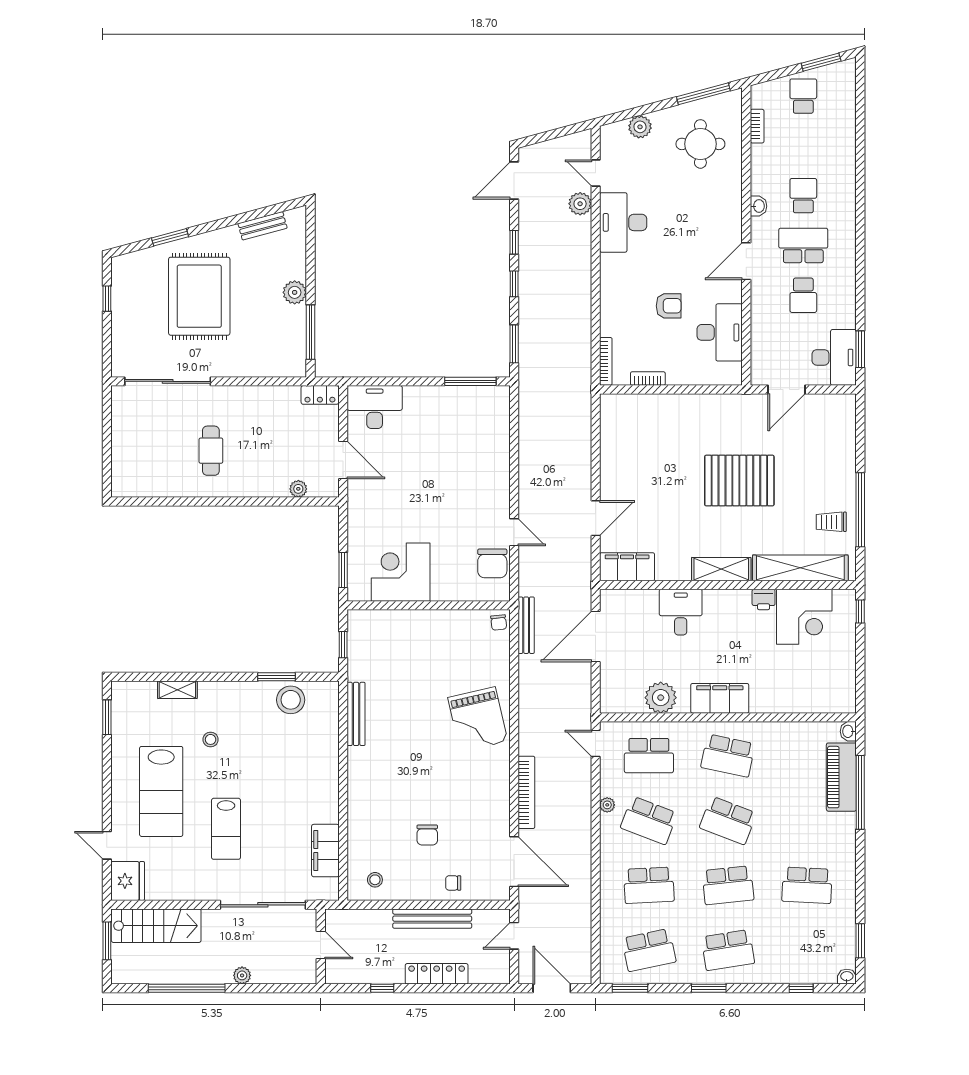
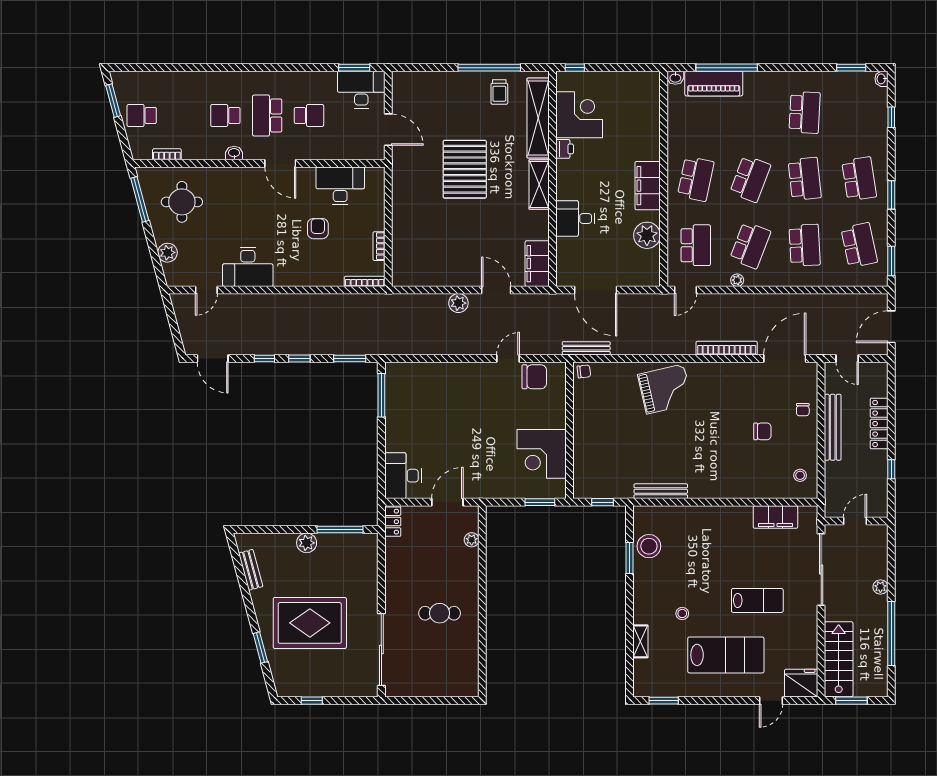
plant: (580, 204) -> (458, 303), moved

